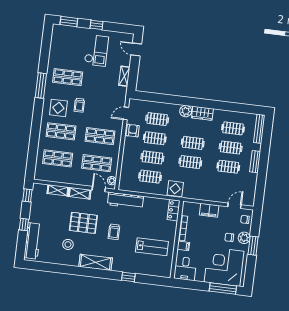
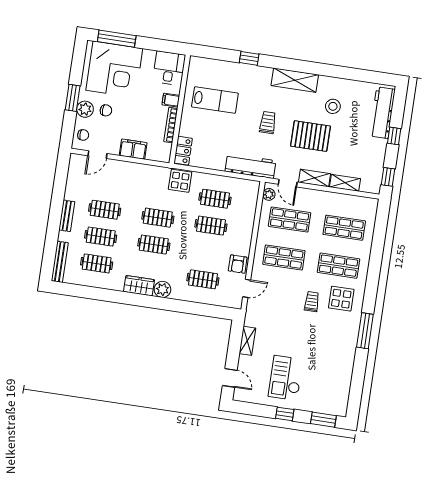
shop shelf: (68, 77) -> (327, 342), removed
clothes rail: (155, 138) -> (207, 252), removed
lab bench: (152, 247) -> (215, 100), turned 180

